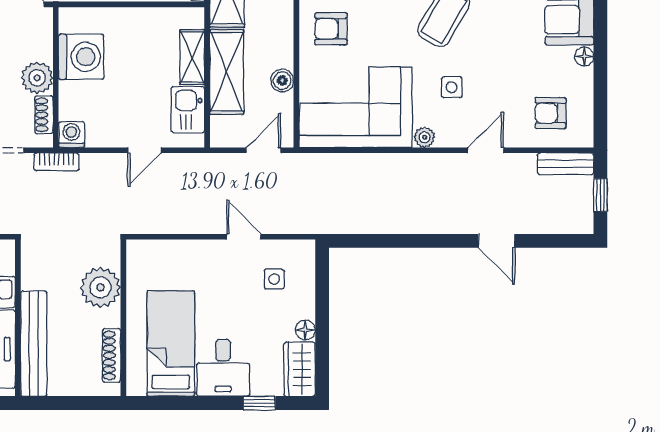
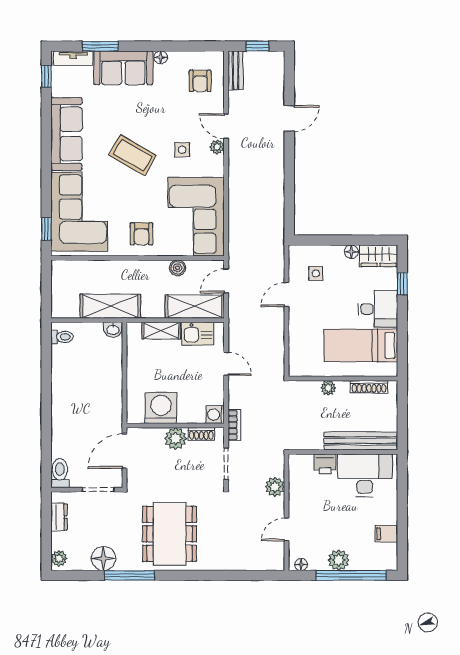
shelving: (227, 72) -> (195, 306), moved
plant: (425, 137) -> (217, 147), moved
door: (263, 150) -> (226, 281), hinge flipped
plant: (101, 287) -> (328, 388), width x0.53, depth x0.53

